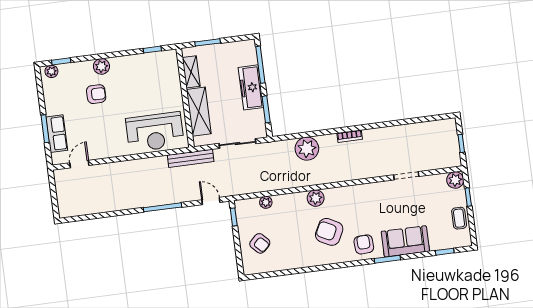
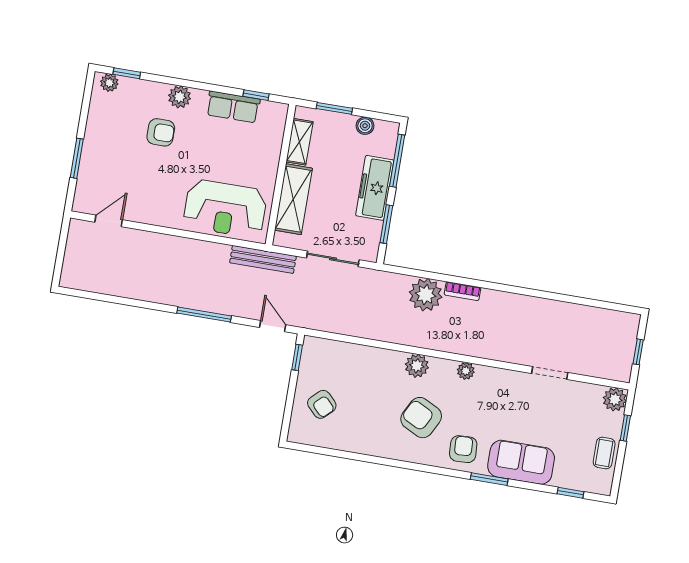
boiler: (232, 48) -> (365, 126), added
row of seats: (57, 134) -> (233, 107), moved, turned 90
bookcase: (350, 136) -> (462, 291), moved
plant: (266, 202) -> (466, 371), moved

